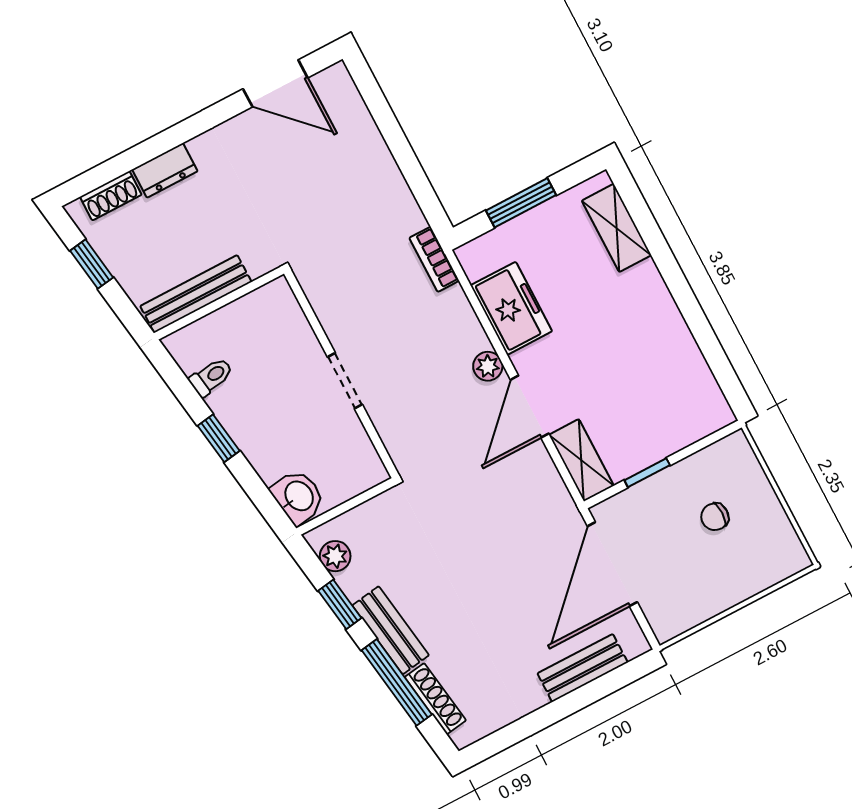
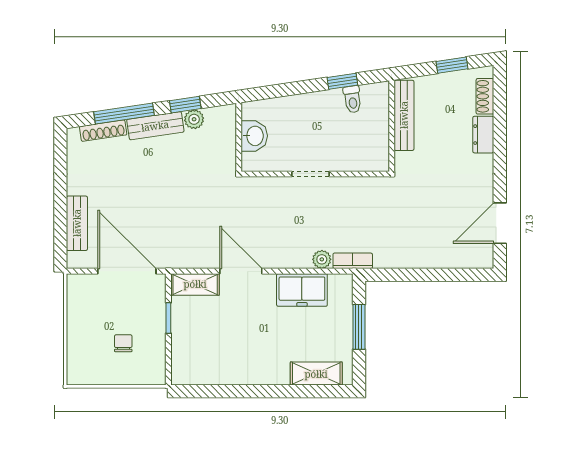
plant: (488, 366) -> (322, 259), moved
window: (219, 438) -> (342, 81), moved
washbasin: (298, 497) -> (254, 136), moved, turned -82
plant: (335, 556) -> (194, 119), moved

